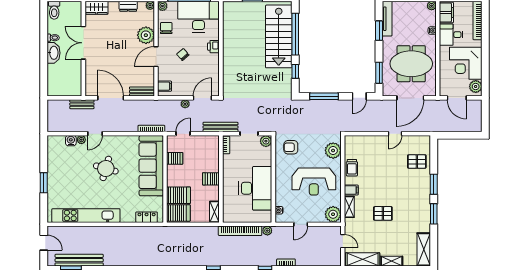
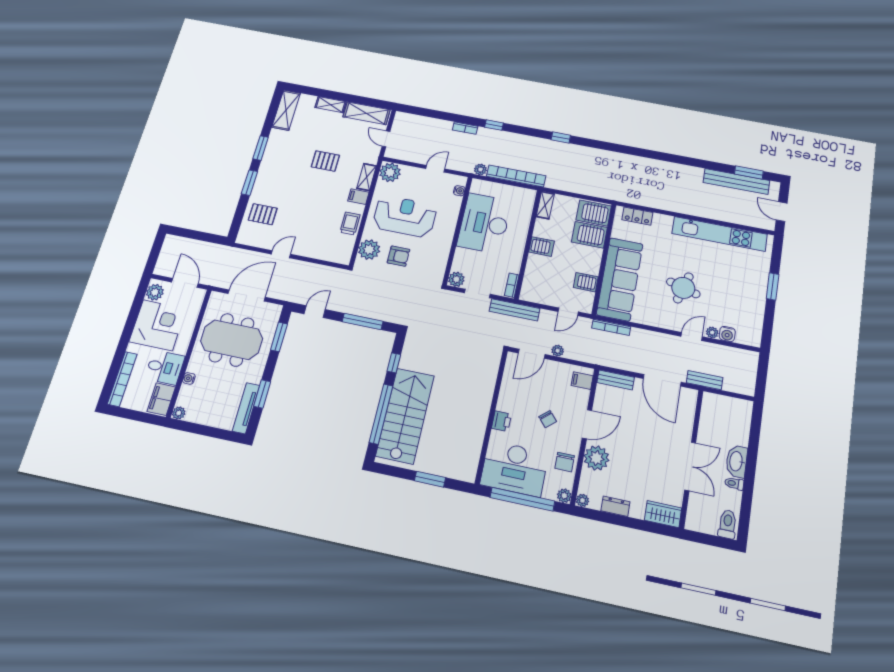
armchair: (291, 147) -> (398, 256), moved

